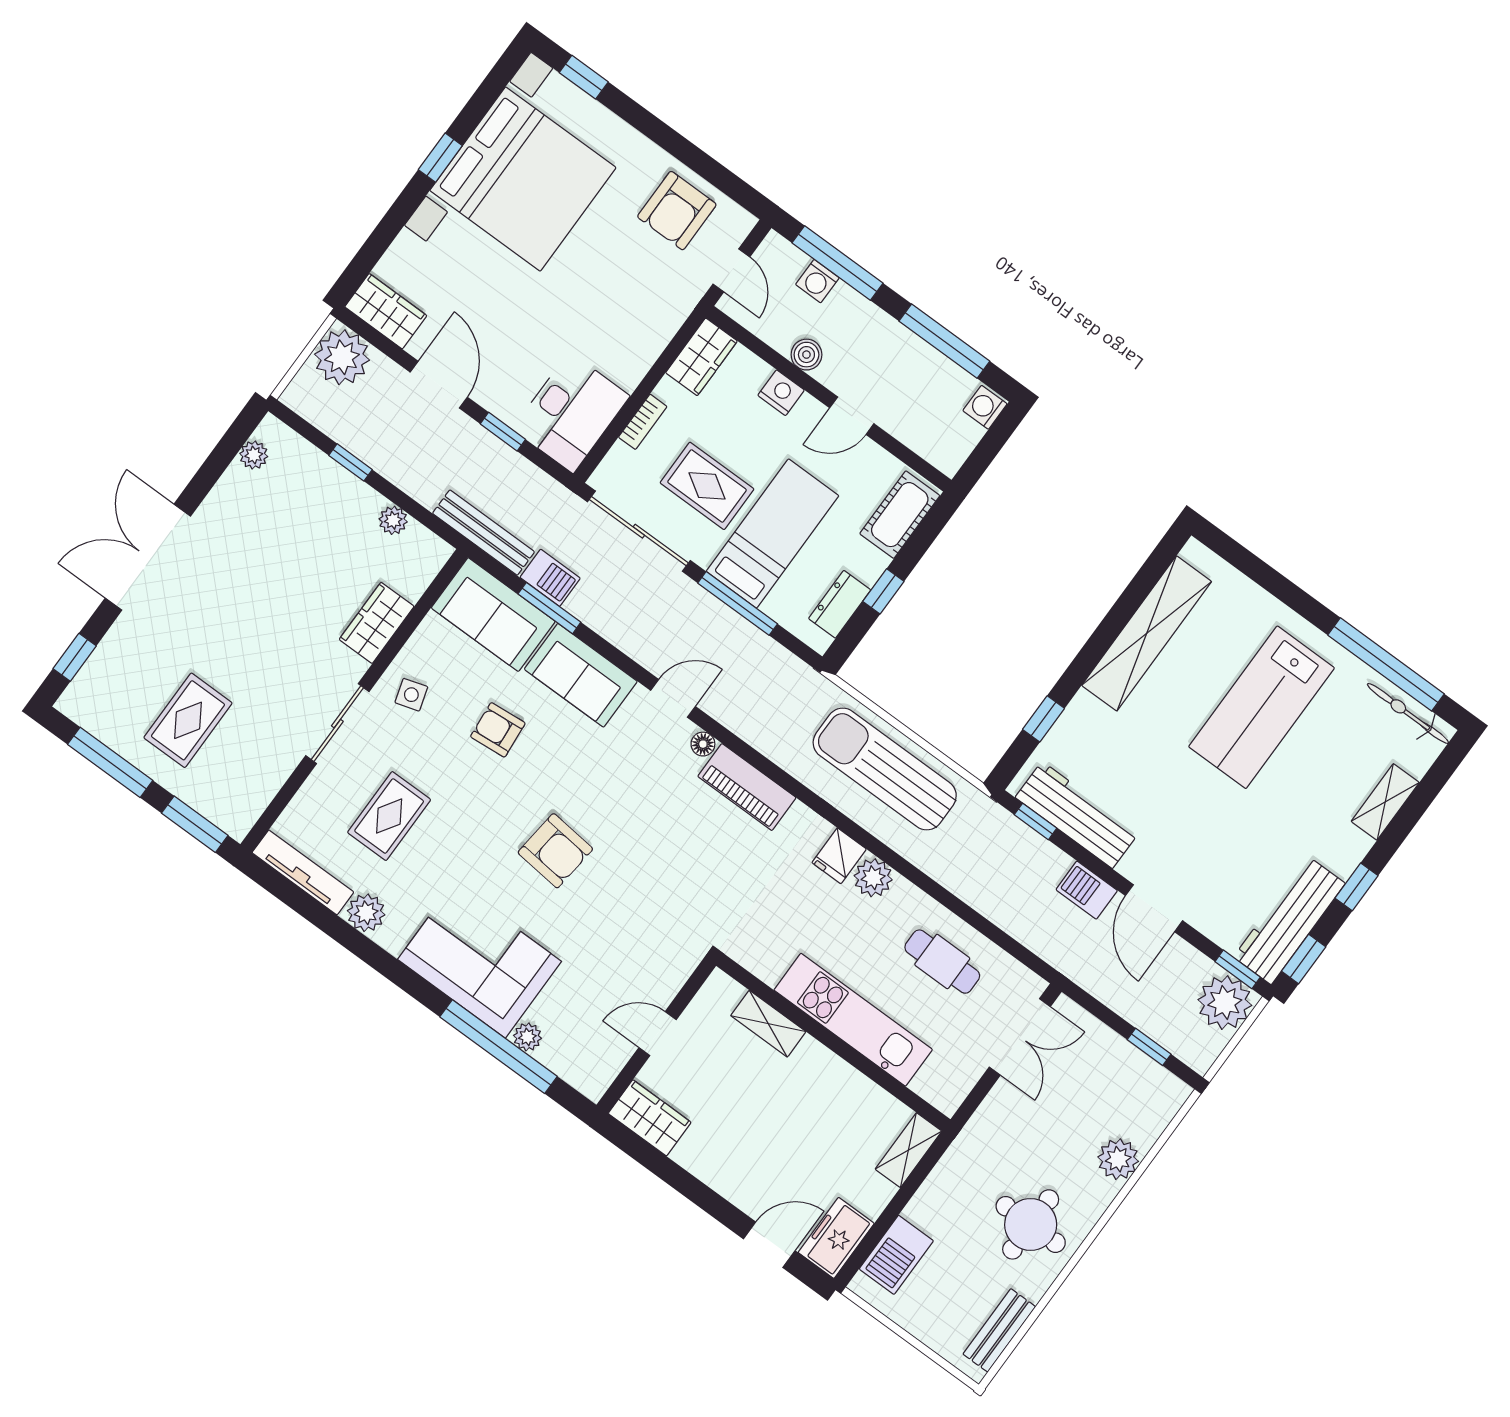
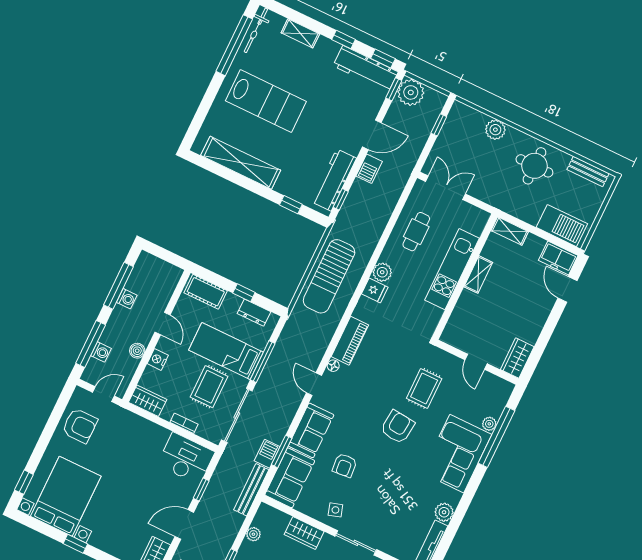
bed with nightstands: (523, 179) -> (66, 496), width x0.73
washing machine: (985, 407) -> (127, 299), moved, turned -90
rug: (389, 816) -> (424, 388), moved, turned 90
shelving: (768, 1024) -> (478, 275), moved
barbecue: (896, 1255) -> (562, 226), width x1.37, depth x1.21

